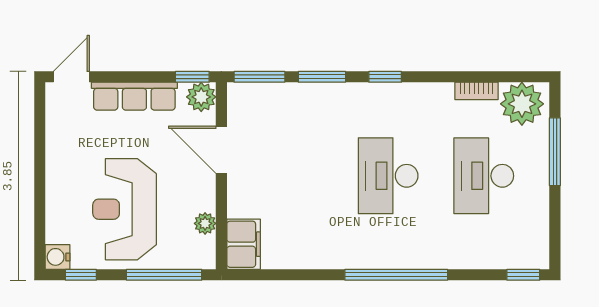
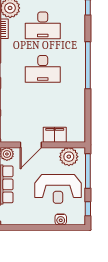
plant: (205, 223) -> (69, 157), width x1.87, depth x1.87
filing cabinet: (244, 244) -> (55, 135), moved
water cooler: (58, 257) -> (61, 219), moved

